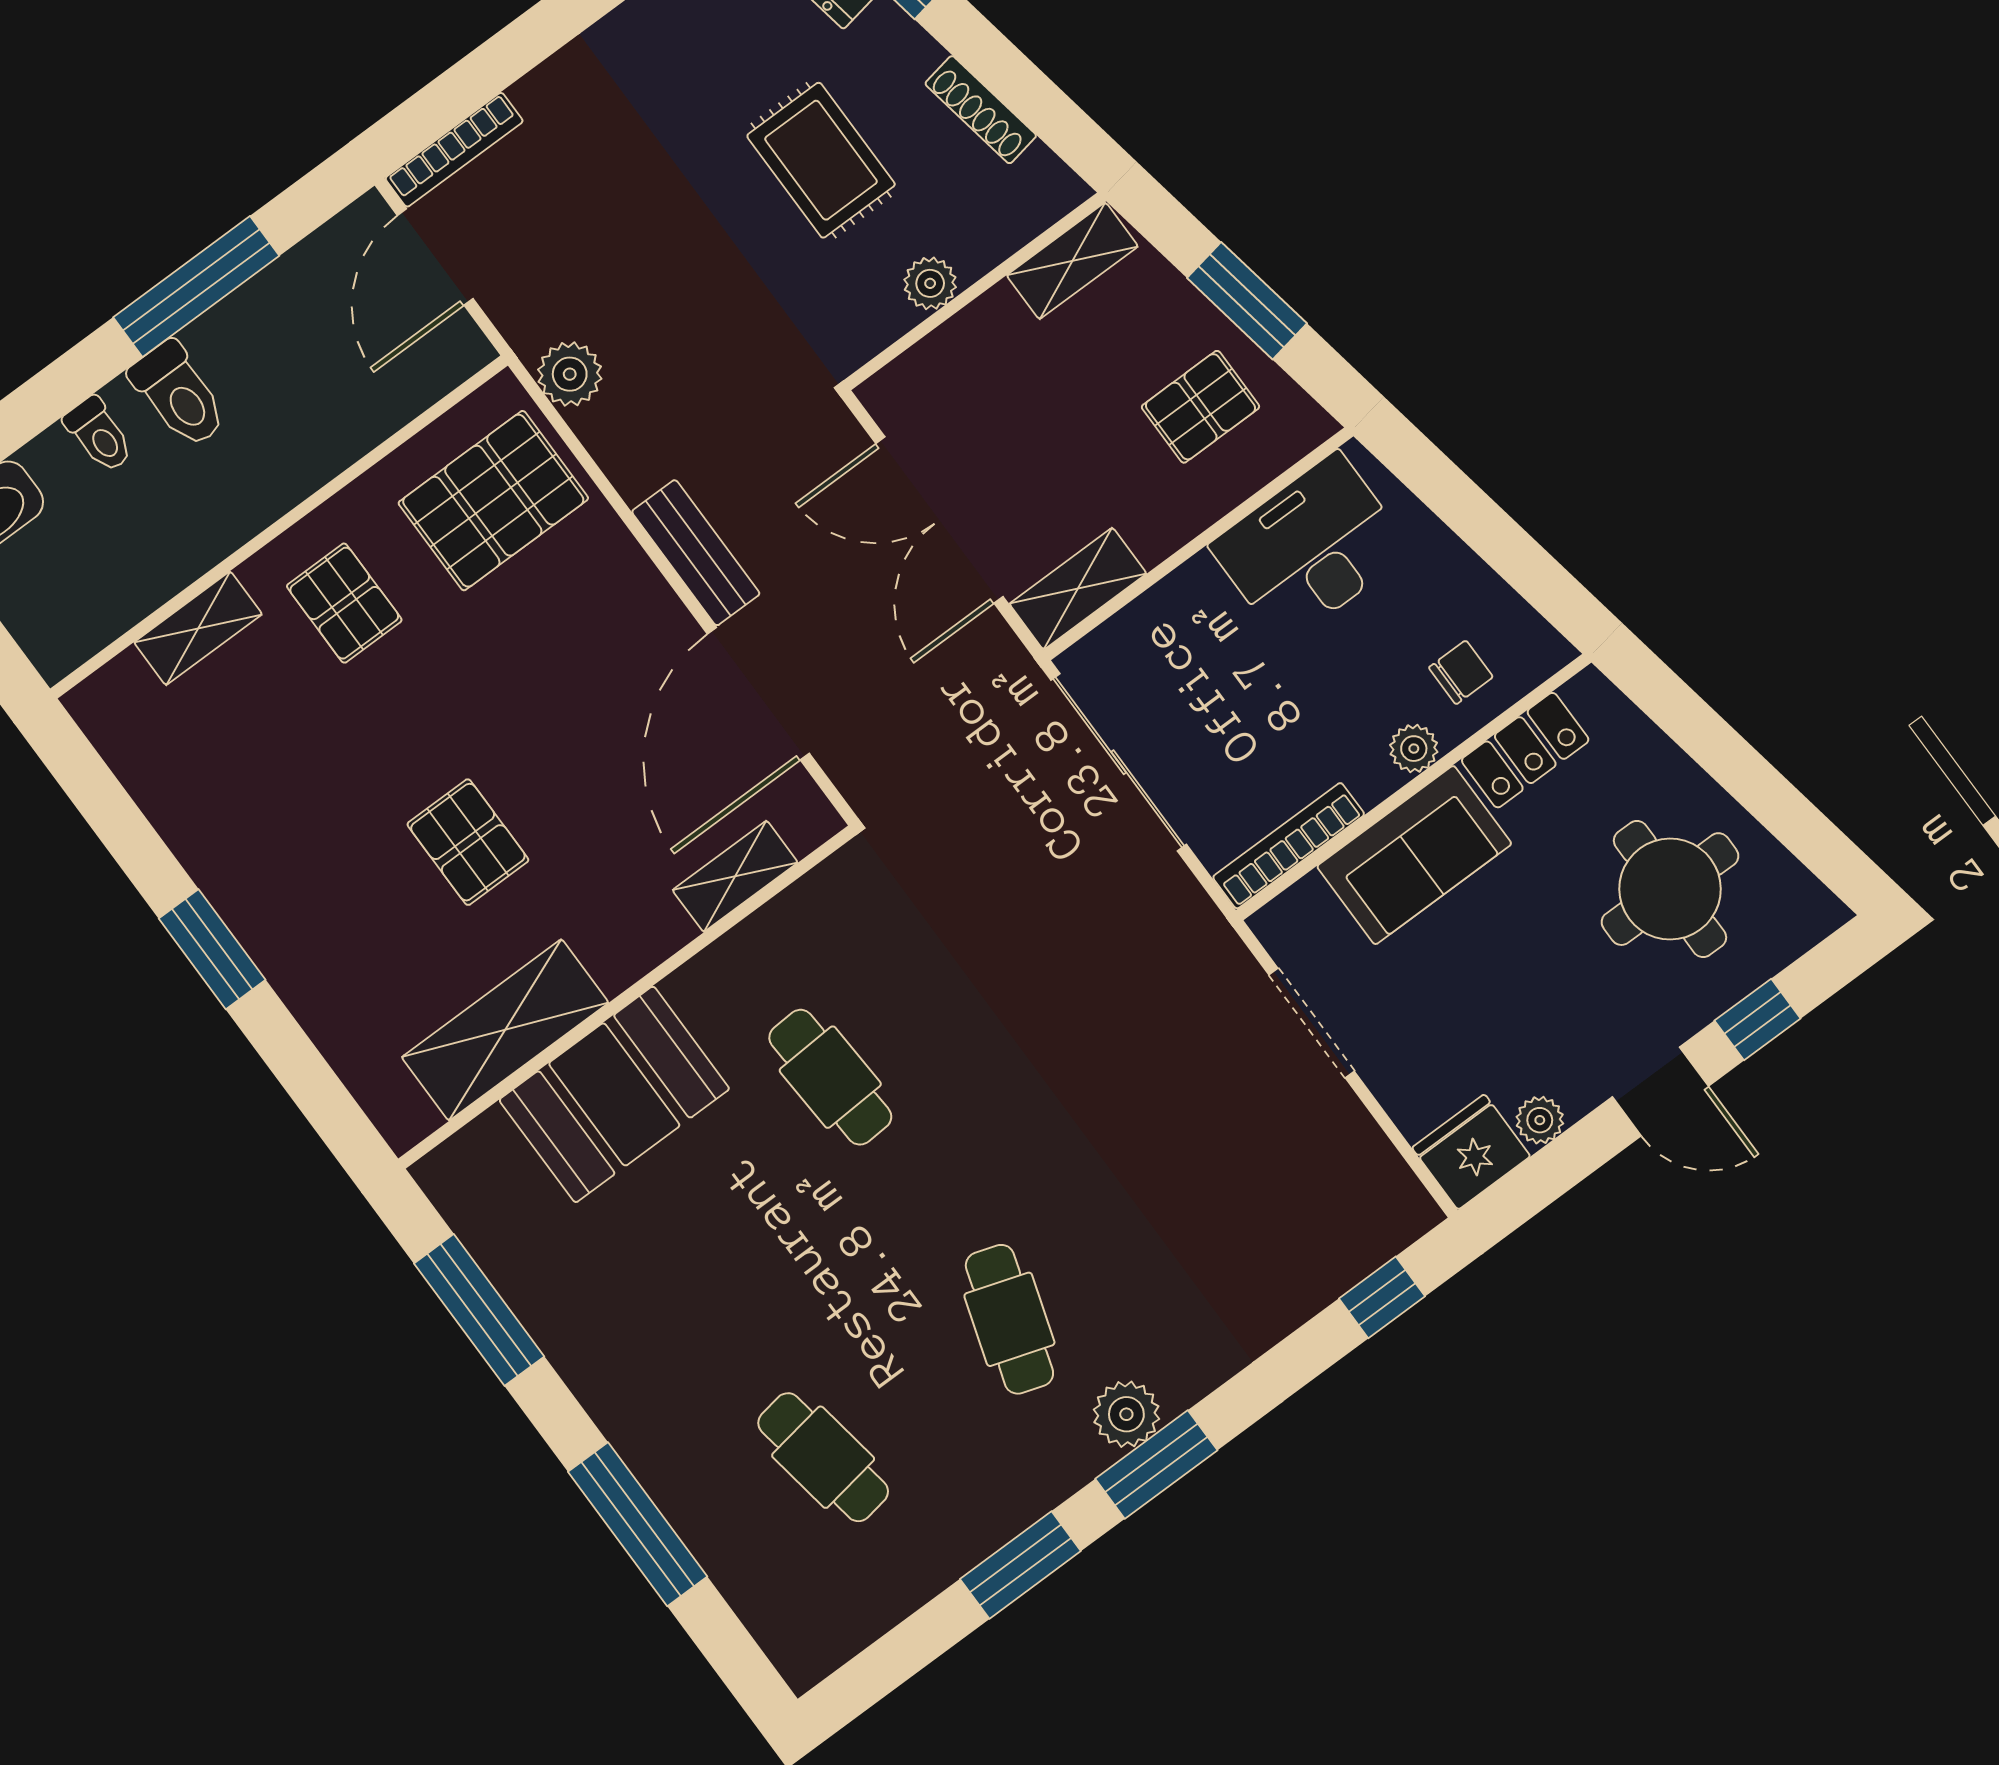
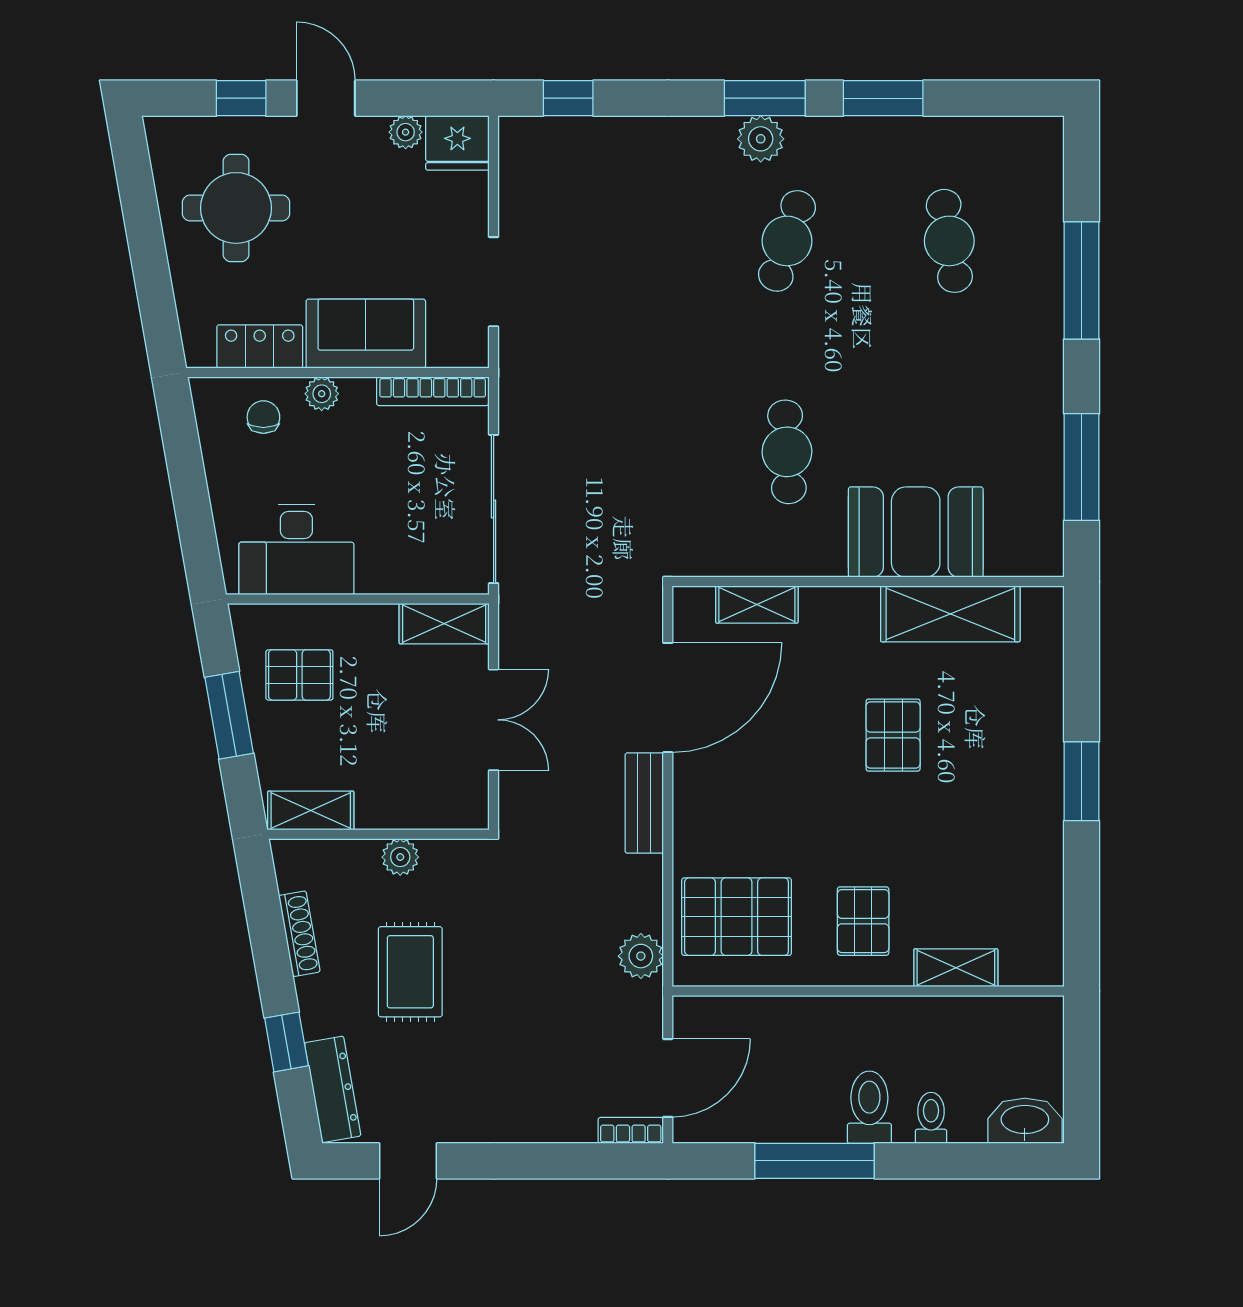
bookcase: (454, 150) -> (631, 1130), width x0.64
double door: (939, 520) -> (494, 720), width x0.73
chair: (1461, 672) -> (263, 417), turned 90

